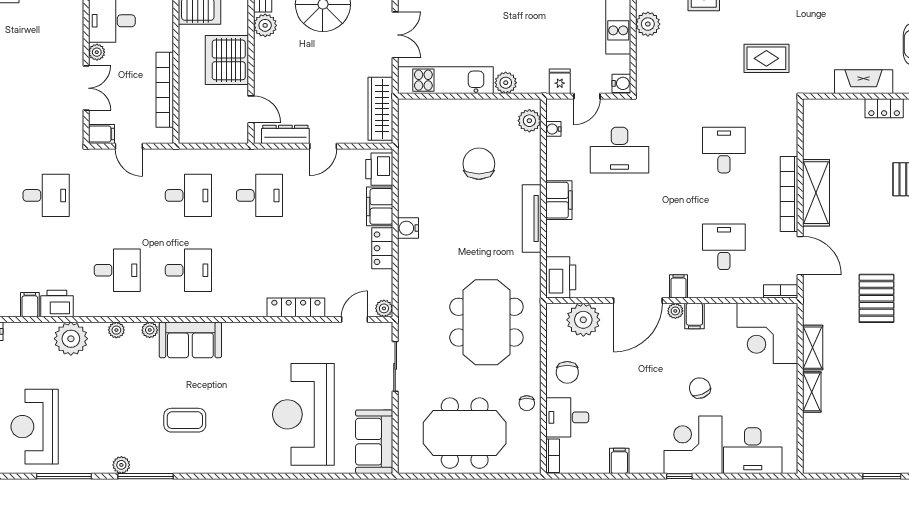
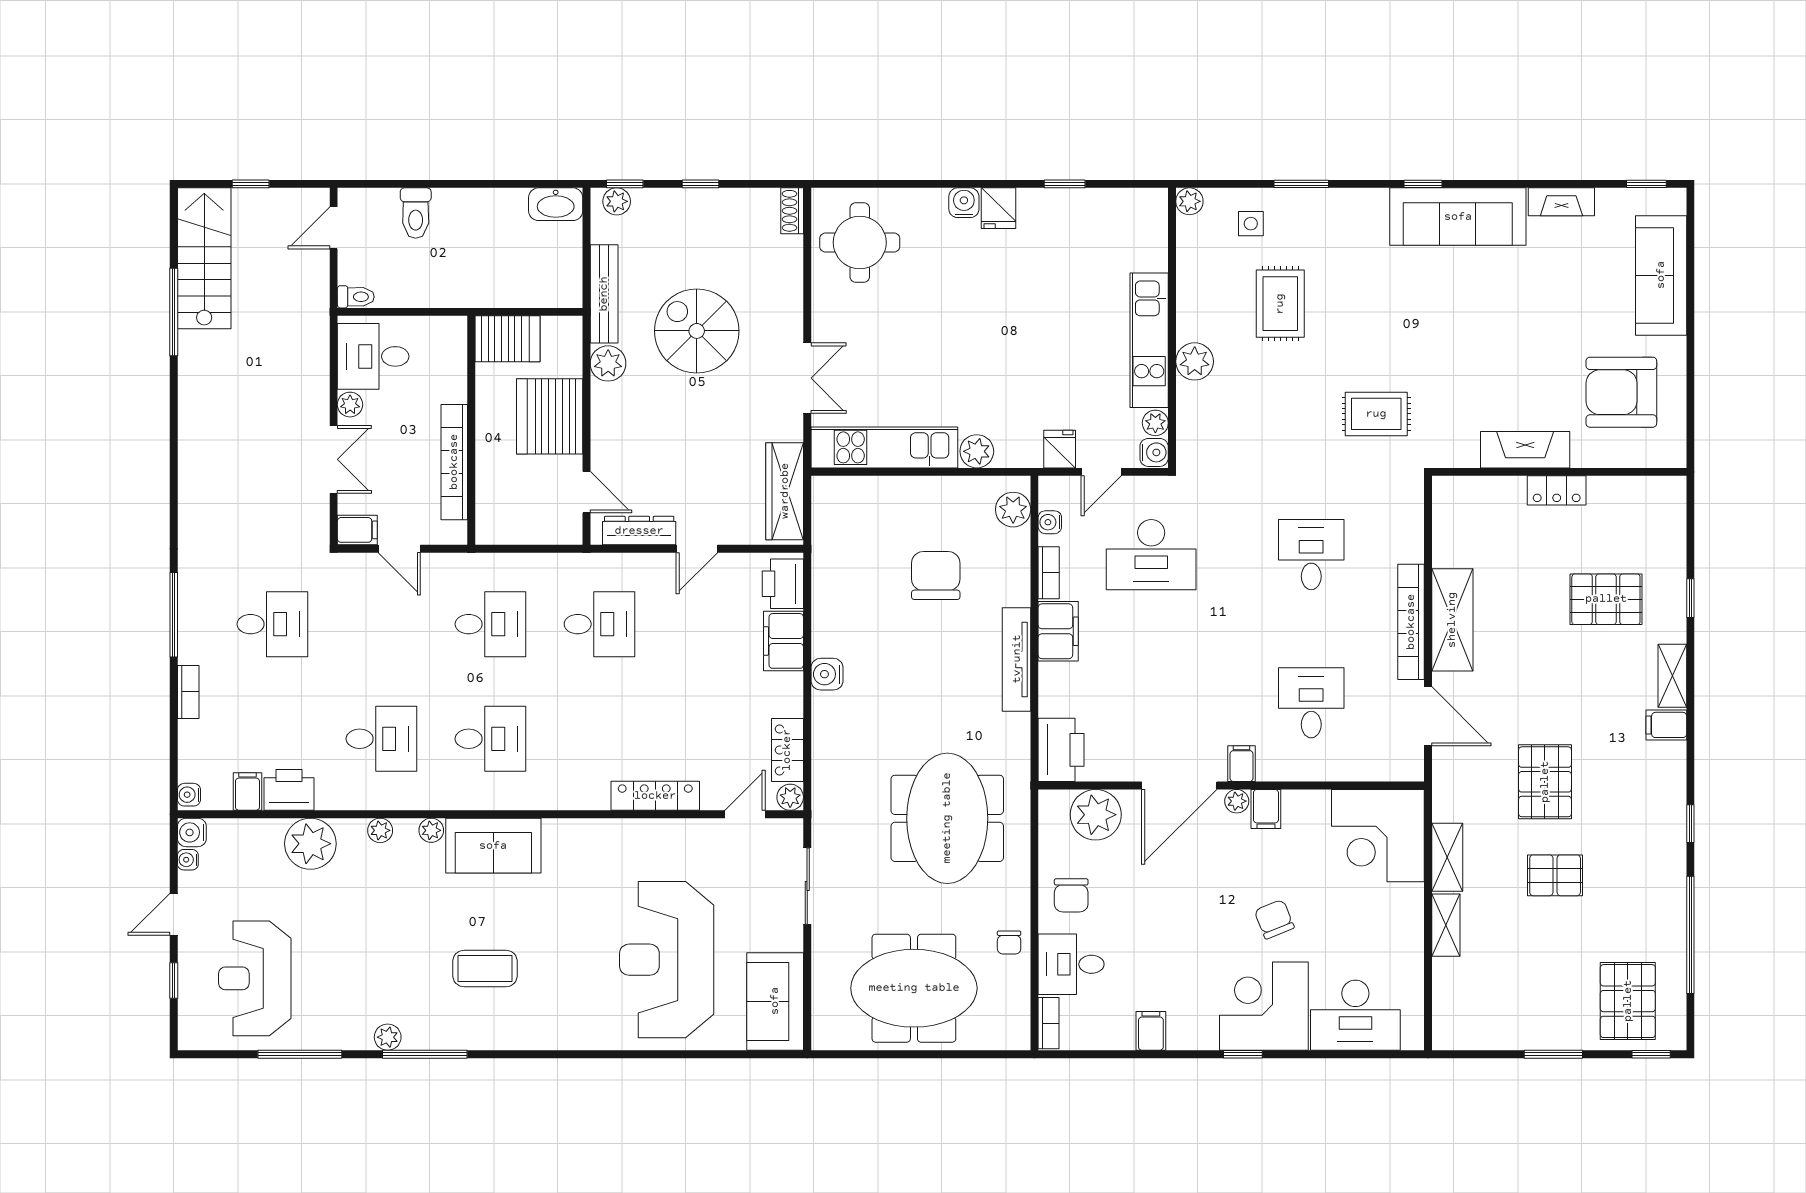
plant: (622, 64) -> (1155, 423), added
locker: (382, 248) -> (787, 750), moved
bookcase: (781, 291) -> (1049, 573), moved, turned 90
pallet: (883, 359) -> (1555, 875), added

